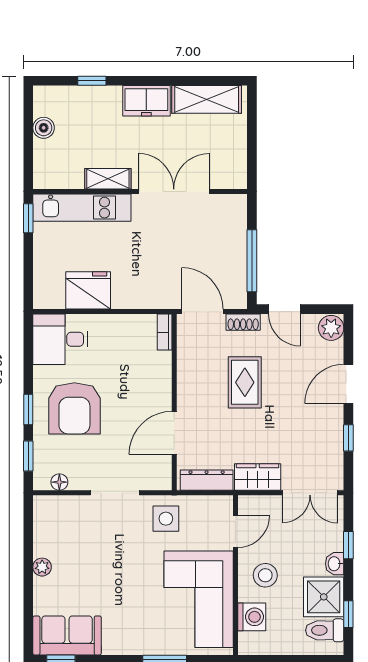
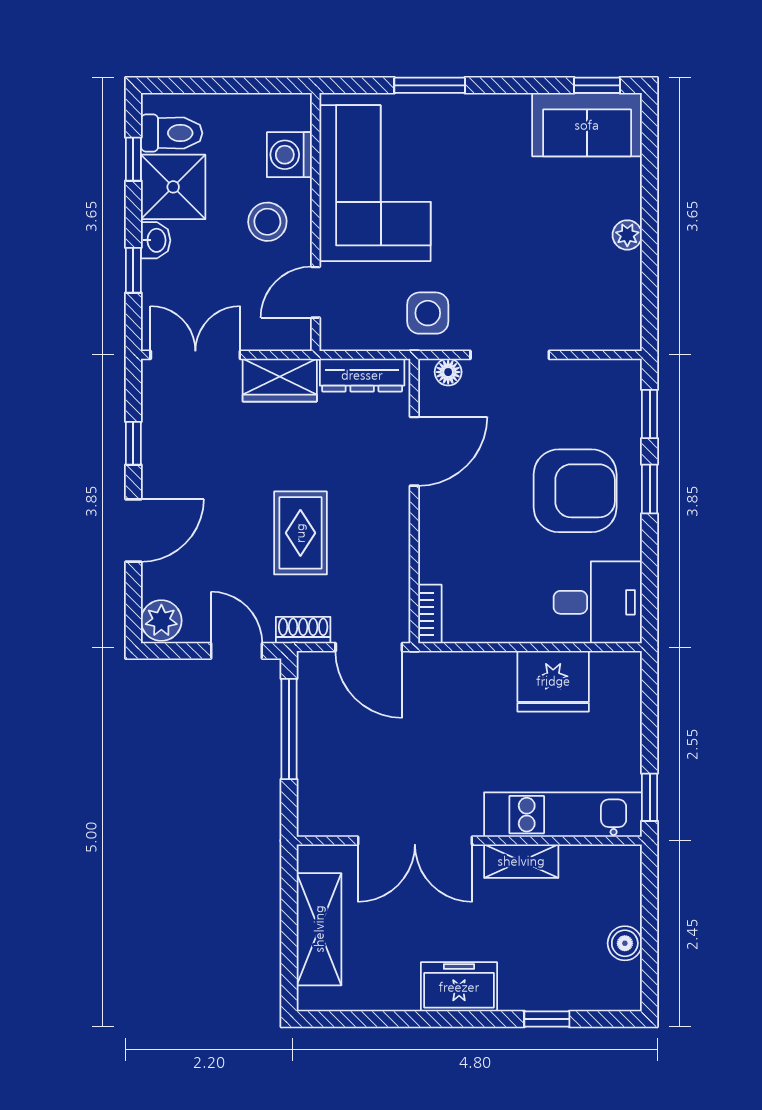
shelving: (207, 99) -> (319, 929), moved, turned 90
armchair: (74, 408) -> (575, 491), turned 90
floor lamp: (59, 482) -> (448, 372), moved

